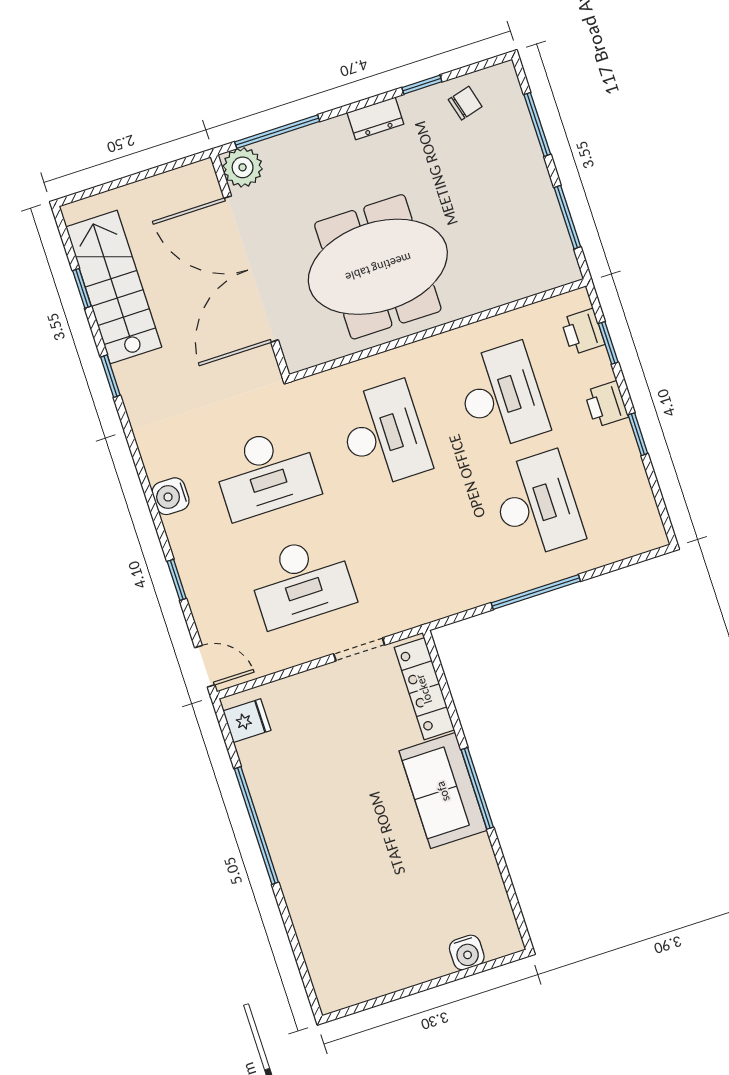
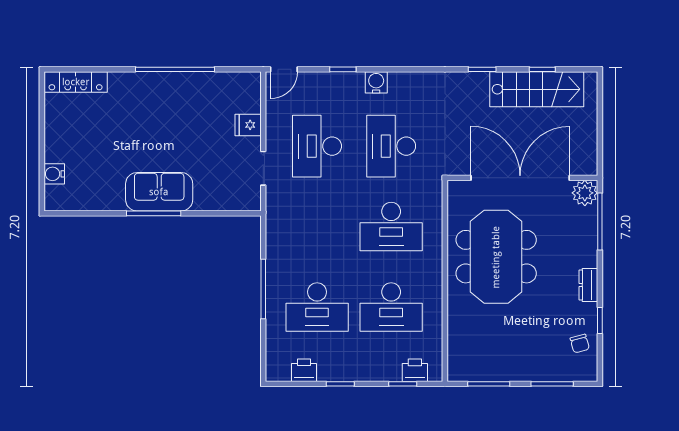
printer: (606, 404) -> (304, 370), moved
water cooler: (171, 496) -> (376, 82), moved
locker: (424, 689) -> (76, 82), moved, turned 180
fridge: (247, 721) -> (248, 125), moved, turned 90

